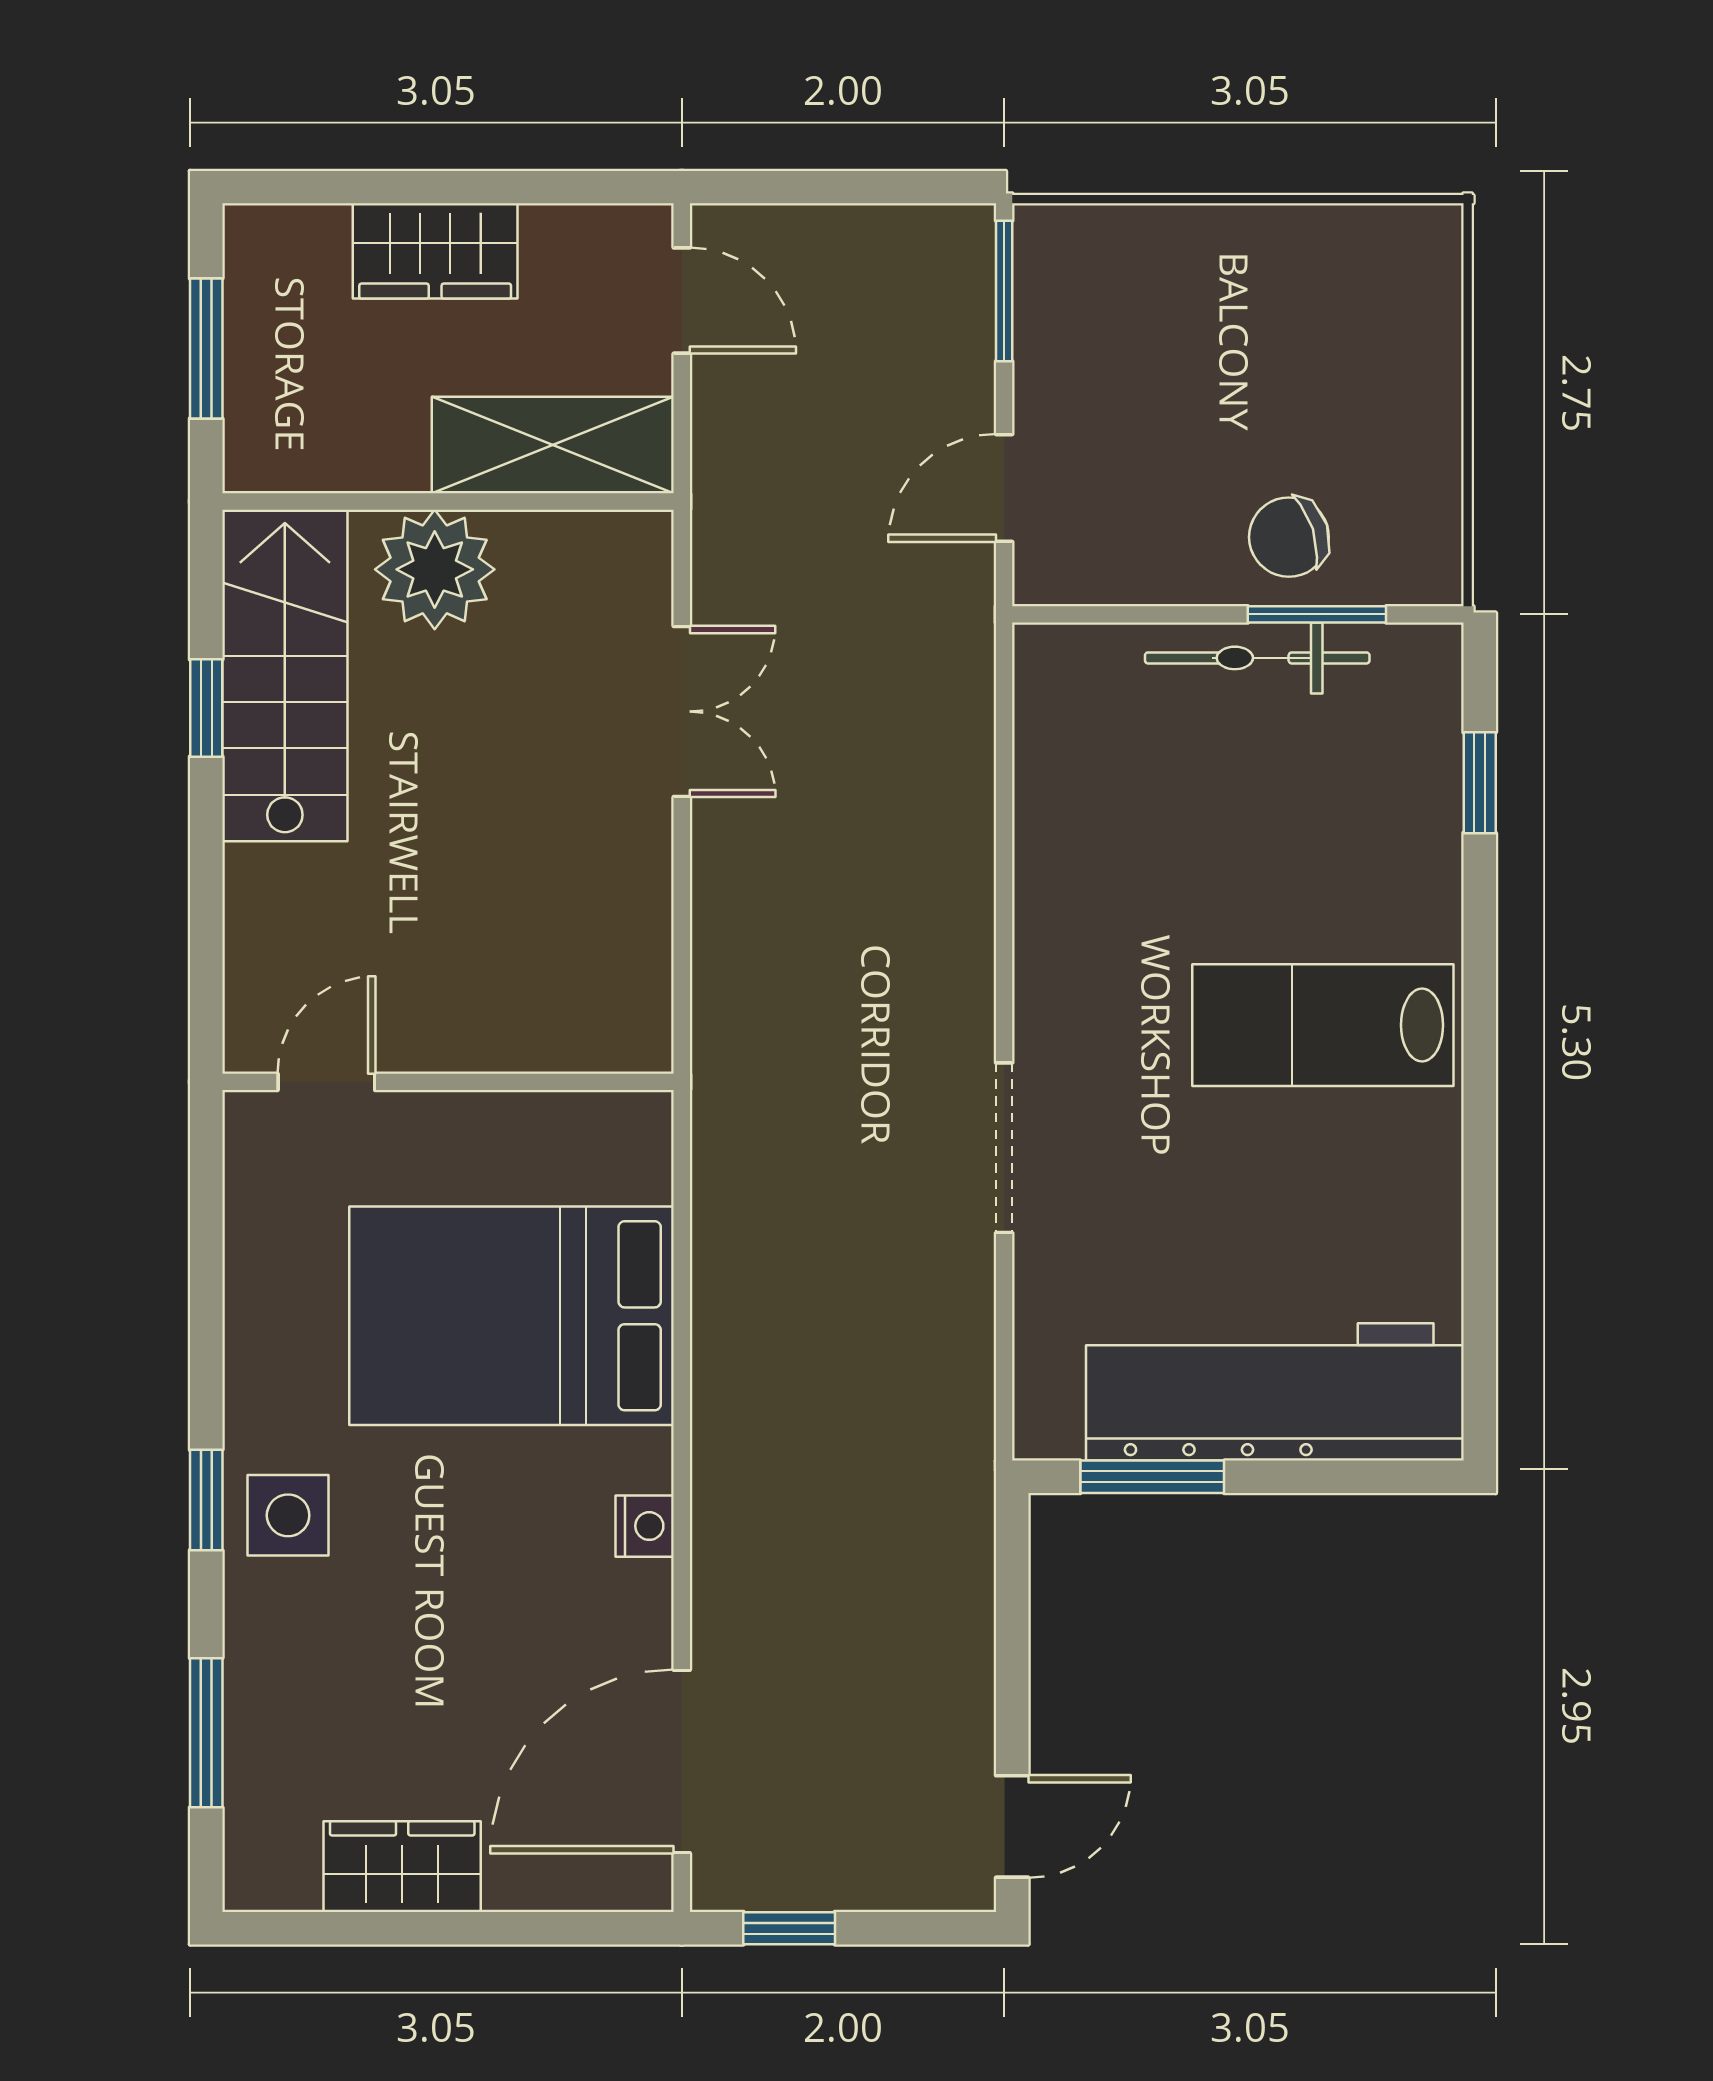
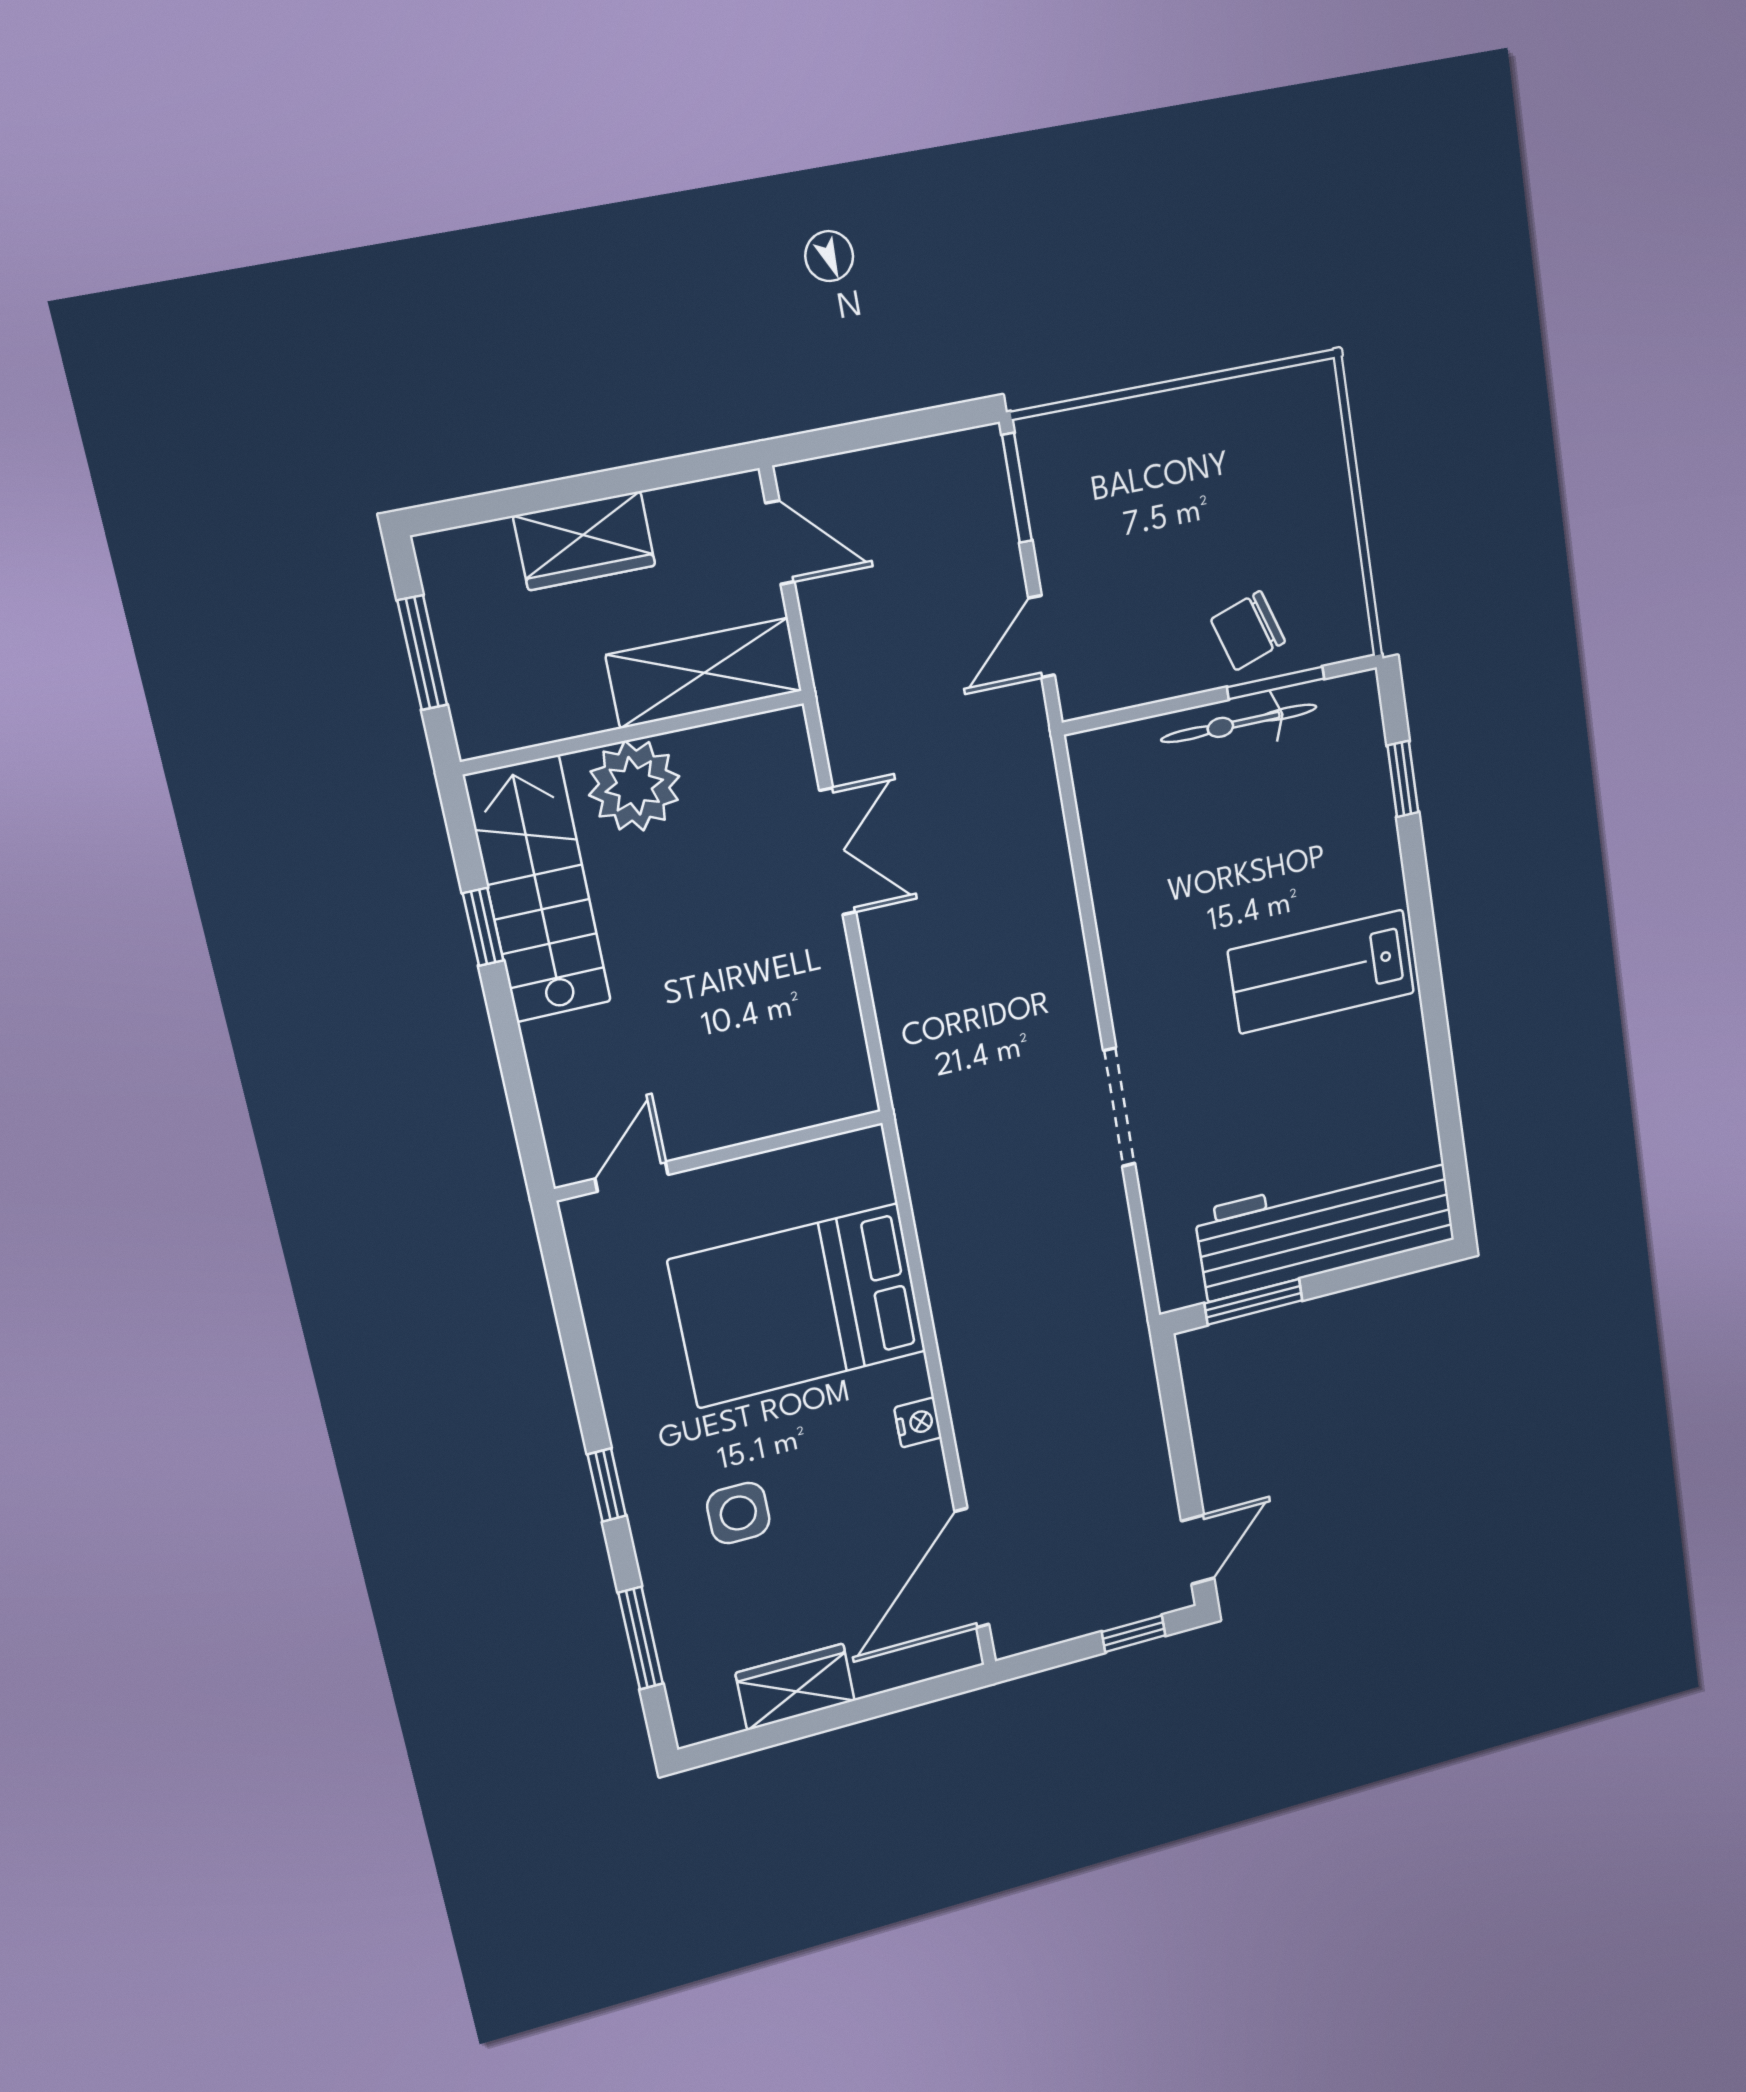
side table: (288, 1515) -> (738, 1513), moved
window: (789, 1928) -> (1134, 1634), moved

